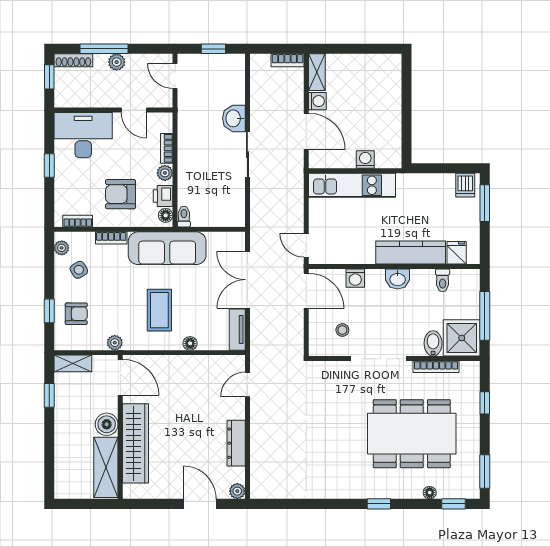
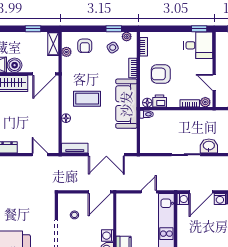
door: (134, 110) -> (214, 82), hinge flipped
desk: (83, 135) -> (198, 45), width x0.73
washing machine: (365, 159) -> (183, 199), moved
window: (49, 165) -> (199, 29), moved
plant: (165, 173) -> (205, 102), moved
armchair: (120, 194) -> (161, 74), turned -90
door: (306, 245) -> (149, 192), moved
washing machine: (355, 278) -> (107, 236), moved
double door: (247, 280) -> (106, 155), swing flipped
window: (49, 311) -> (114, 29), moved
plant: (115, 343) -> (66, 52), moved

